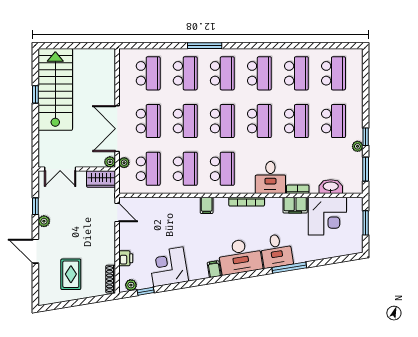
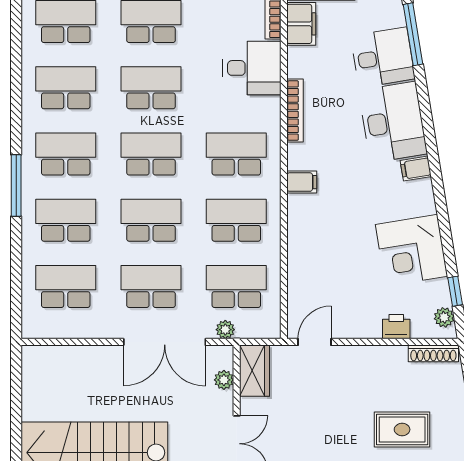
plant: (110, 162) -> (224, 380), moved
rug: (71, 274) -> (402, 429), moved

